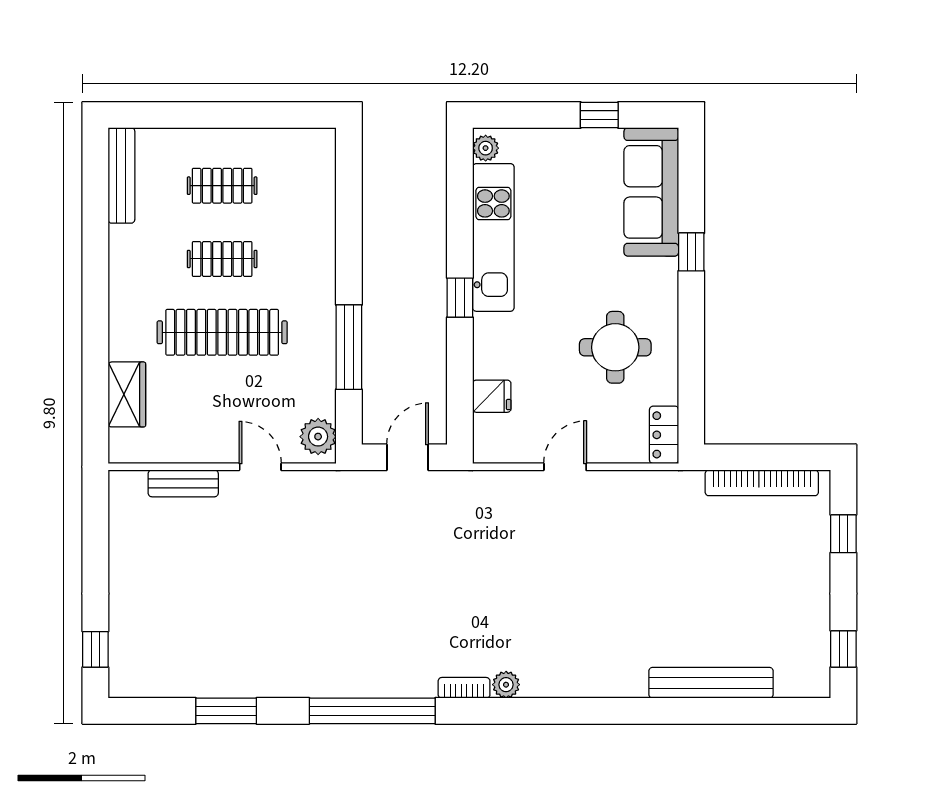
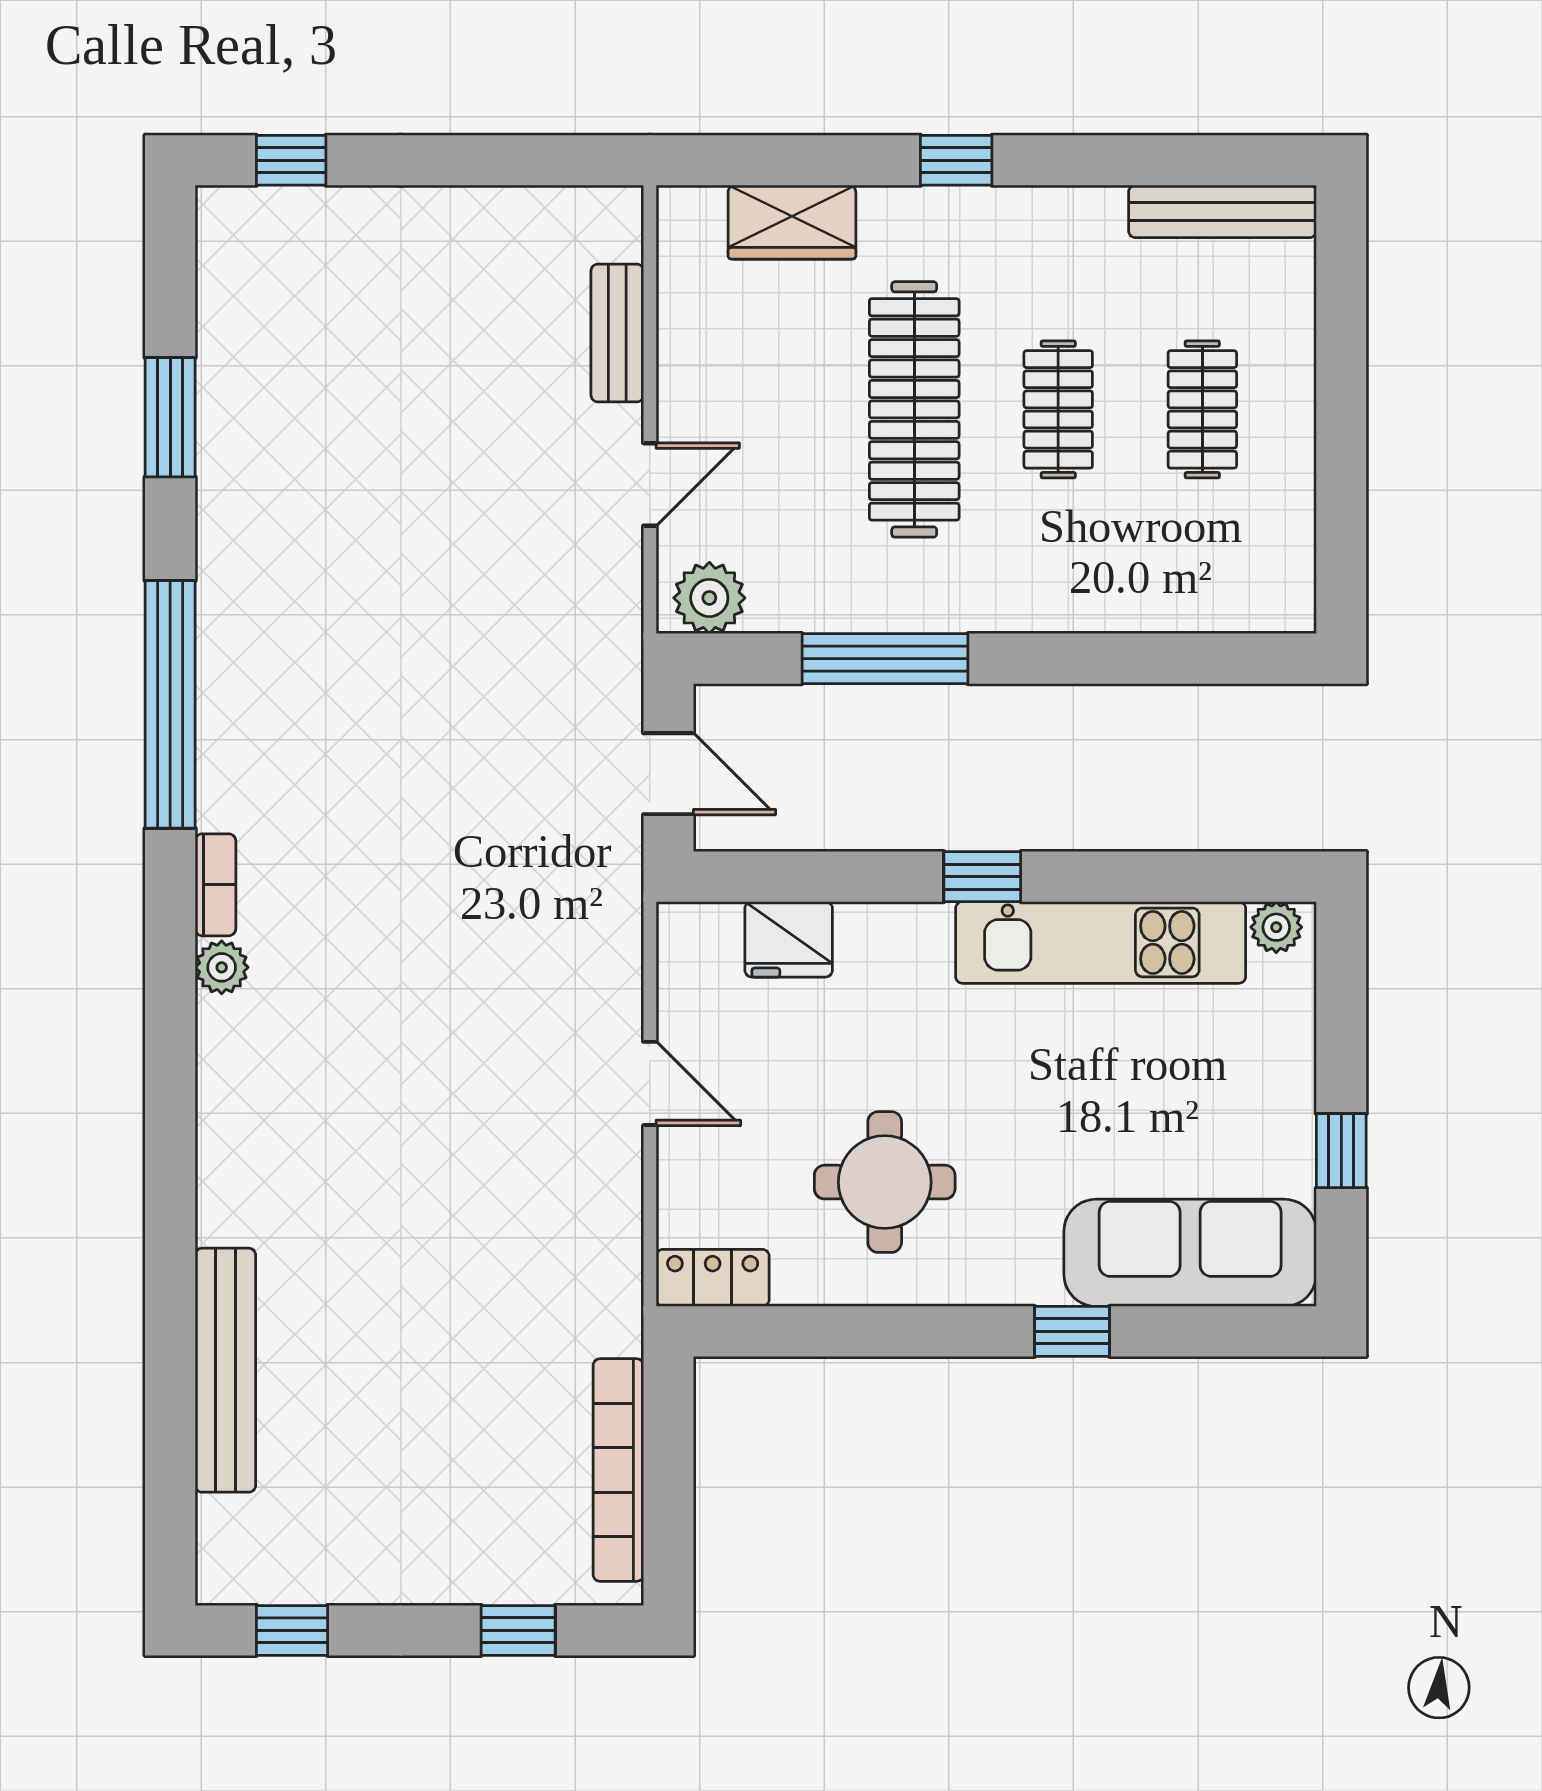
window: (95, 311) -> (956, 160), added
fridge: (492, 396) -> (789, 939), width x1.38

